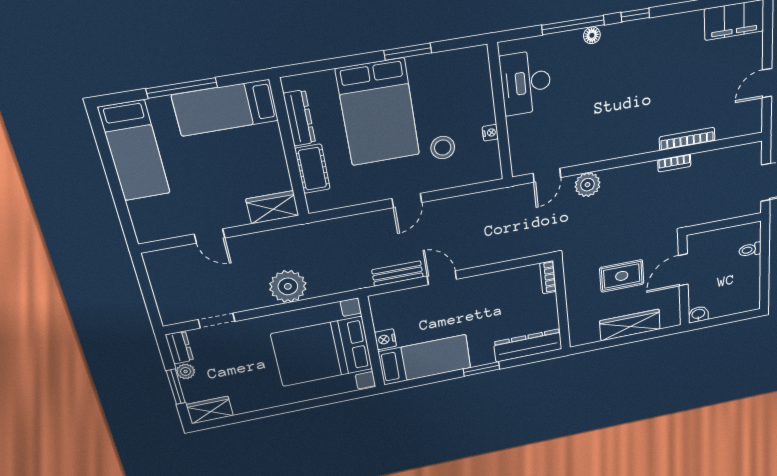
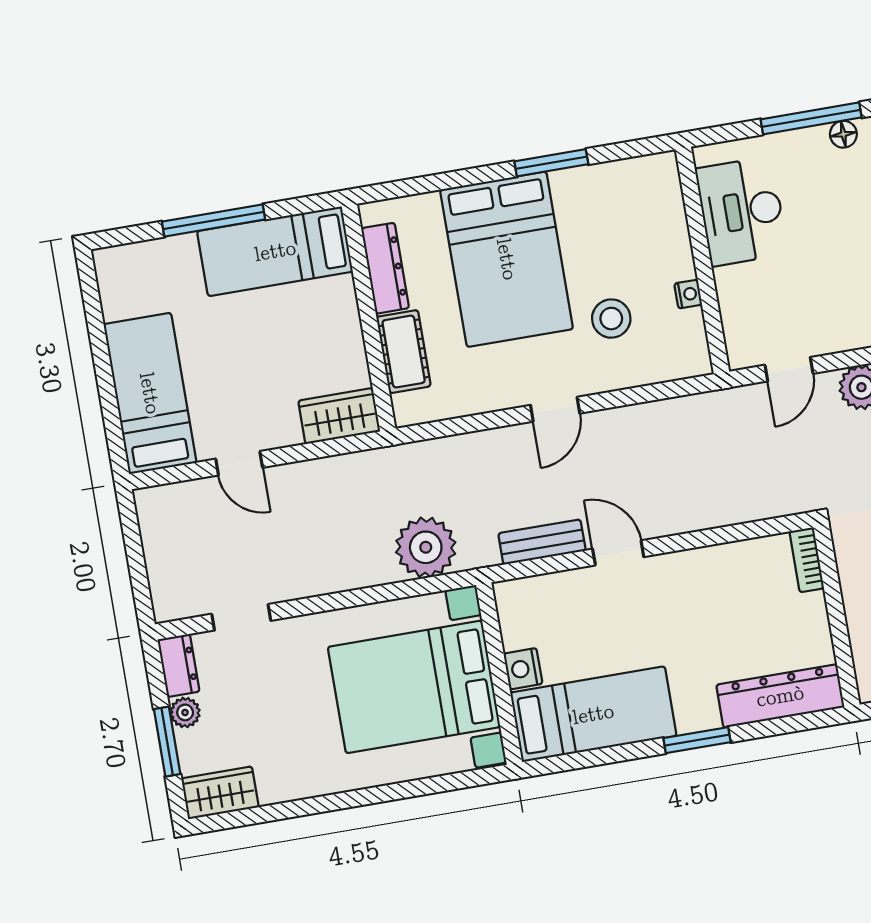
bed: (135, 151) -> (150, 393), moved, turned 180
plant: (288, 286) -> (426, 547), moved

